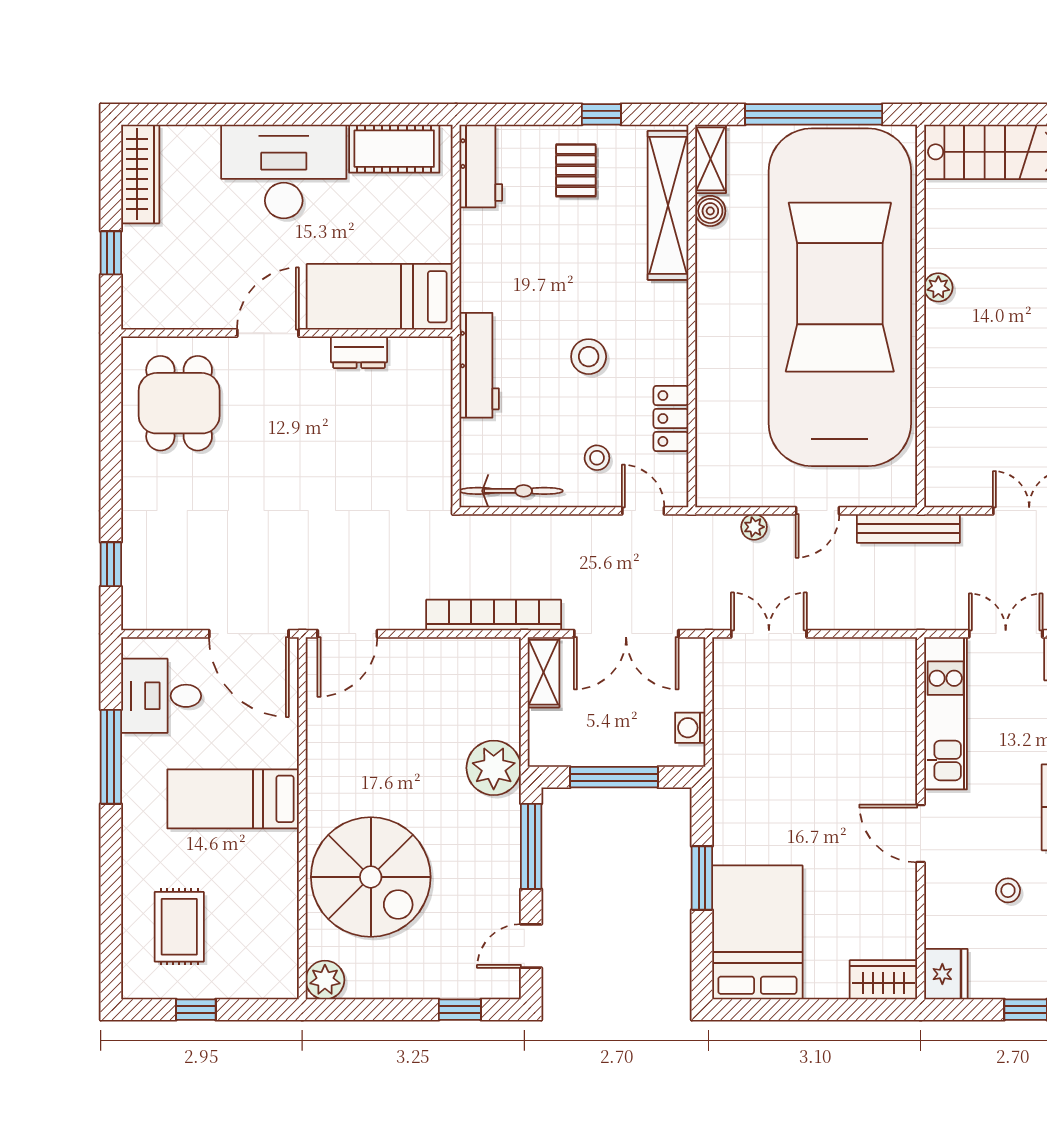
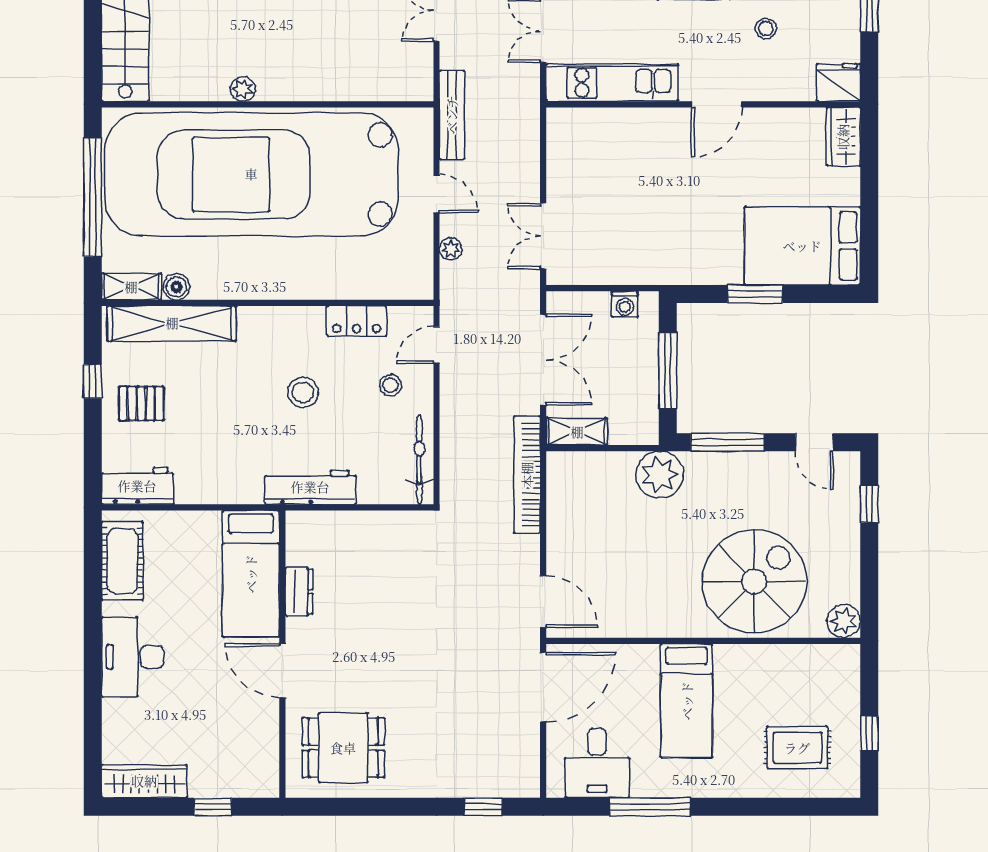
desk: (284, 171) -> (133, 657), width x0.73, depth x0.77

